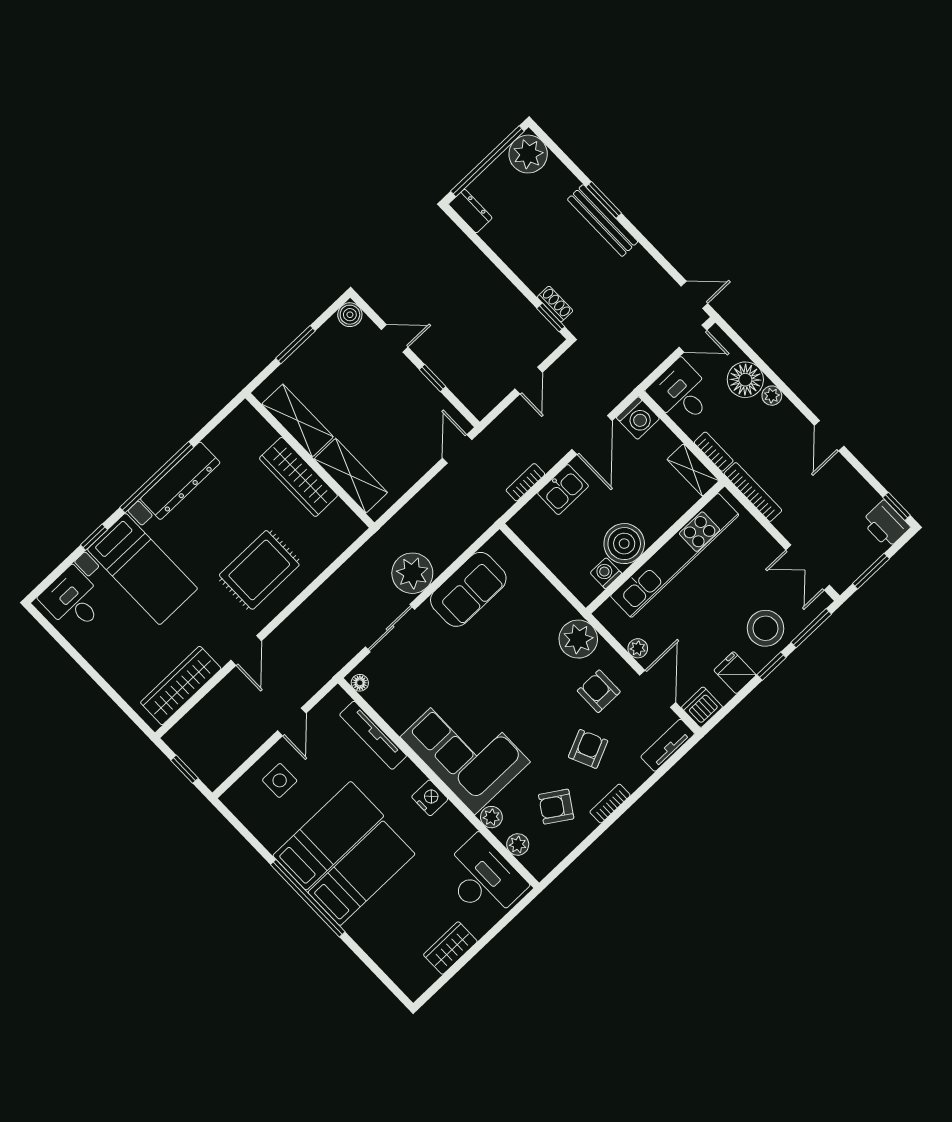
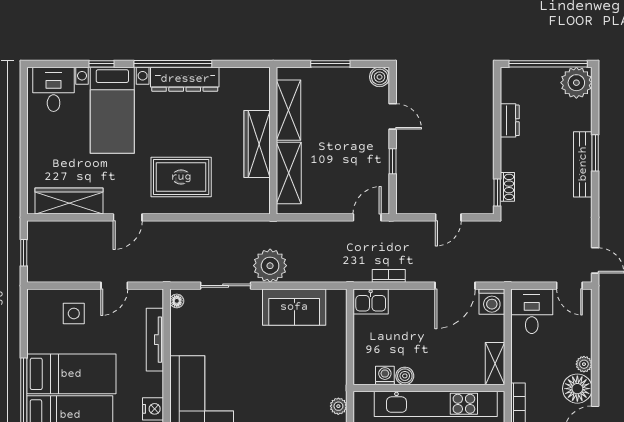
dresser: (470, 211) -> (510, 120), moved
floor lamp: (745, 380) -> (577, 389), moved
bookcase: (714, 452) -> (518, 364), removed
kitchen sink: (563, 490) -> (371, 302), moved
boiler: (624, 544) -> (405, 376), width x0.54, depth x0.54
plant: (578, 639) -> (338, 406), width x0.53, depth x0.53

